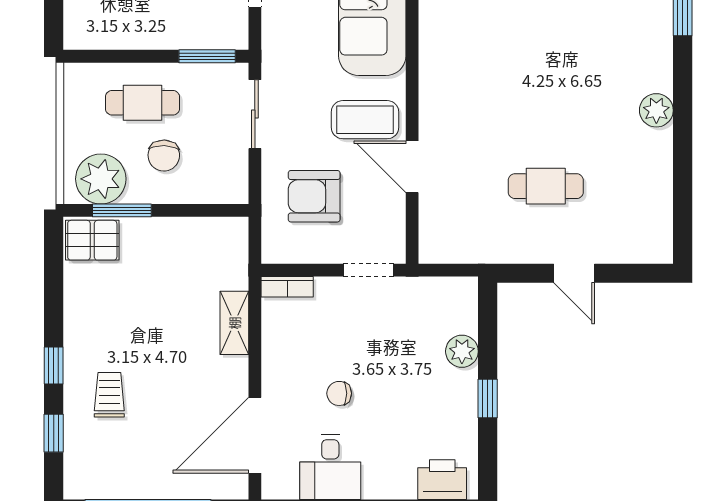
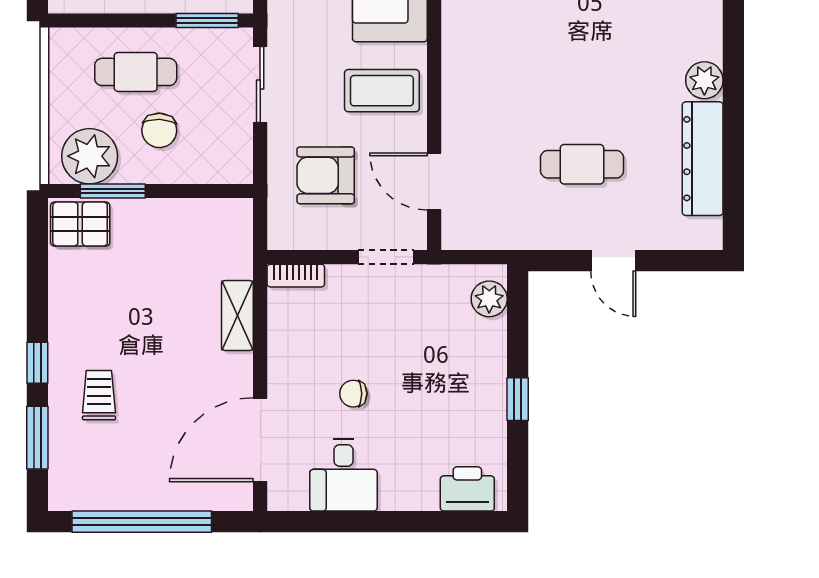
door: (412, 167) -> (434, 181), moved
dresser: (655, 181) -> (703, 159), added
plant: (462, 351) -> (489, 299), moved
window: (54, 433) -> (37, 438), width x1.50

